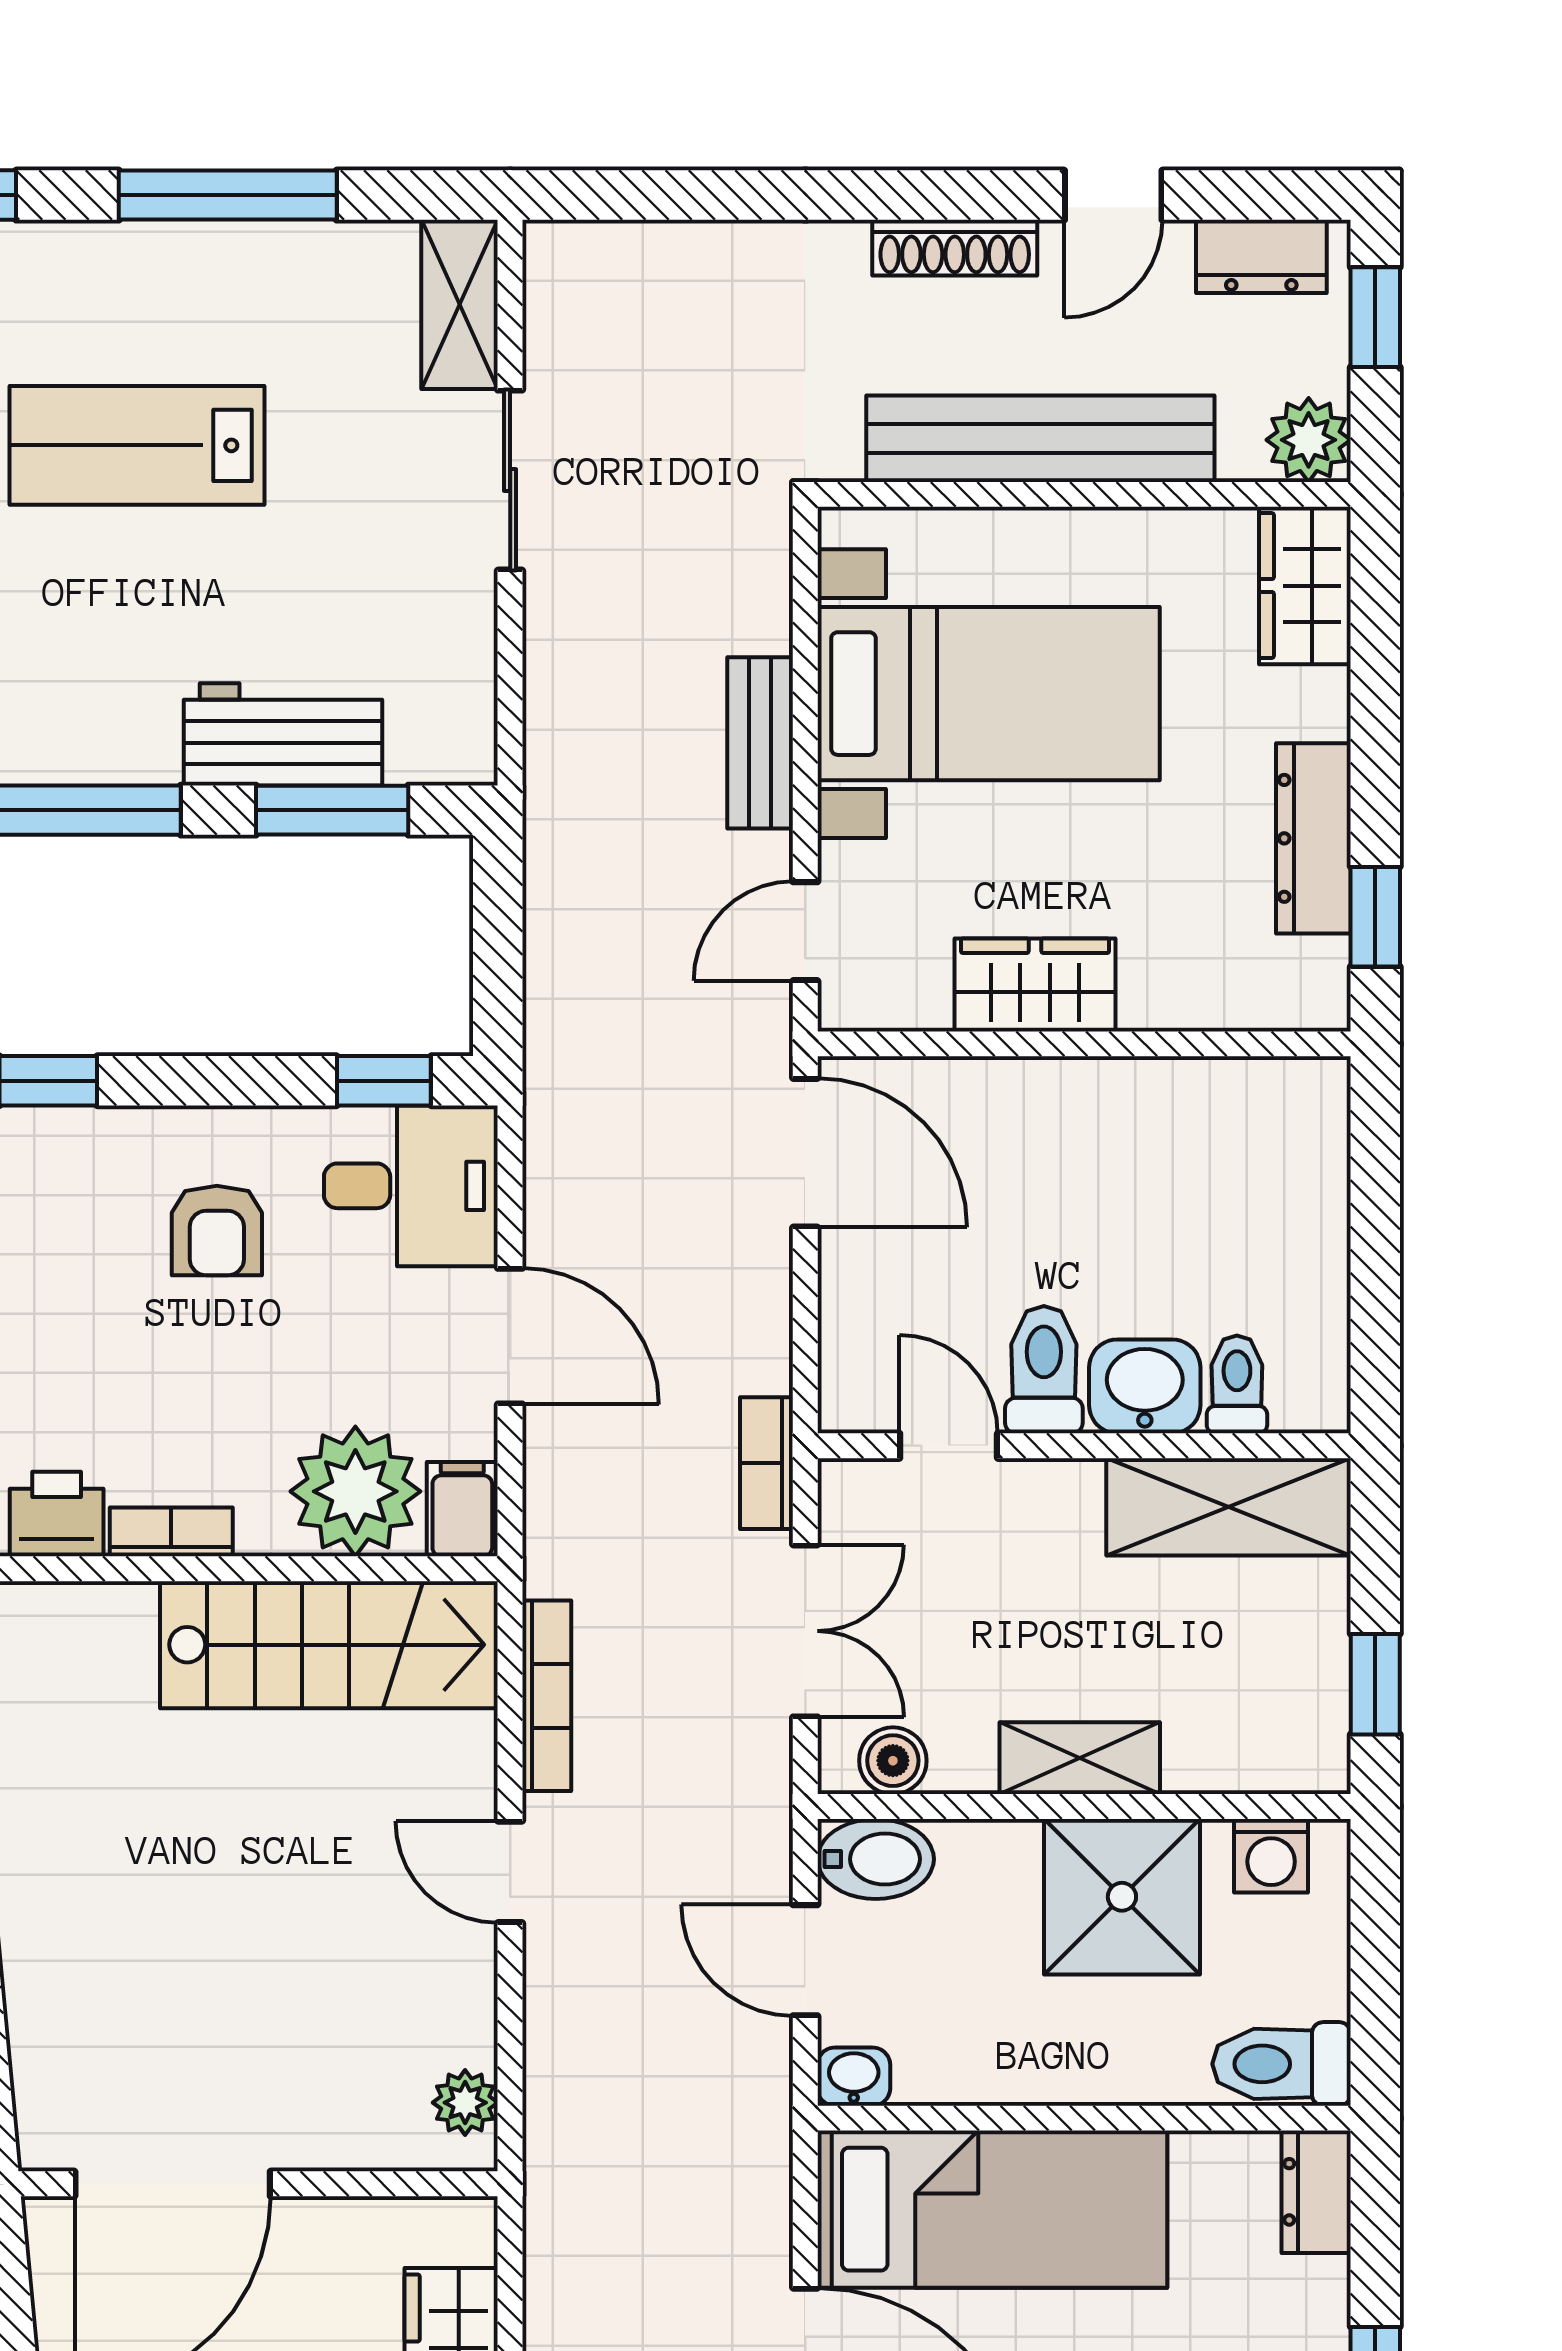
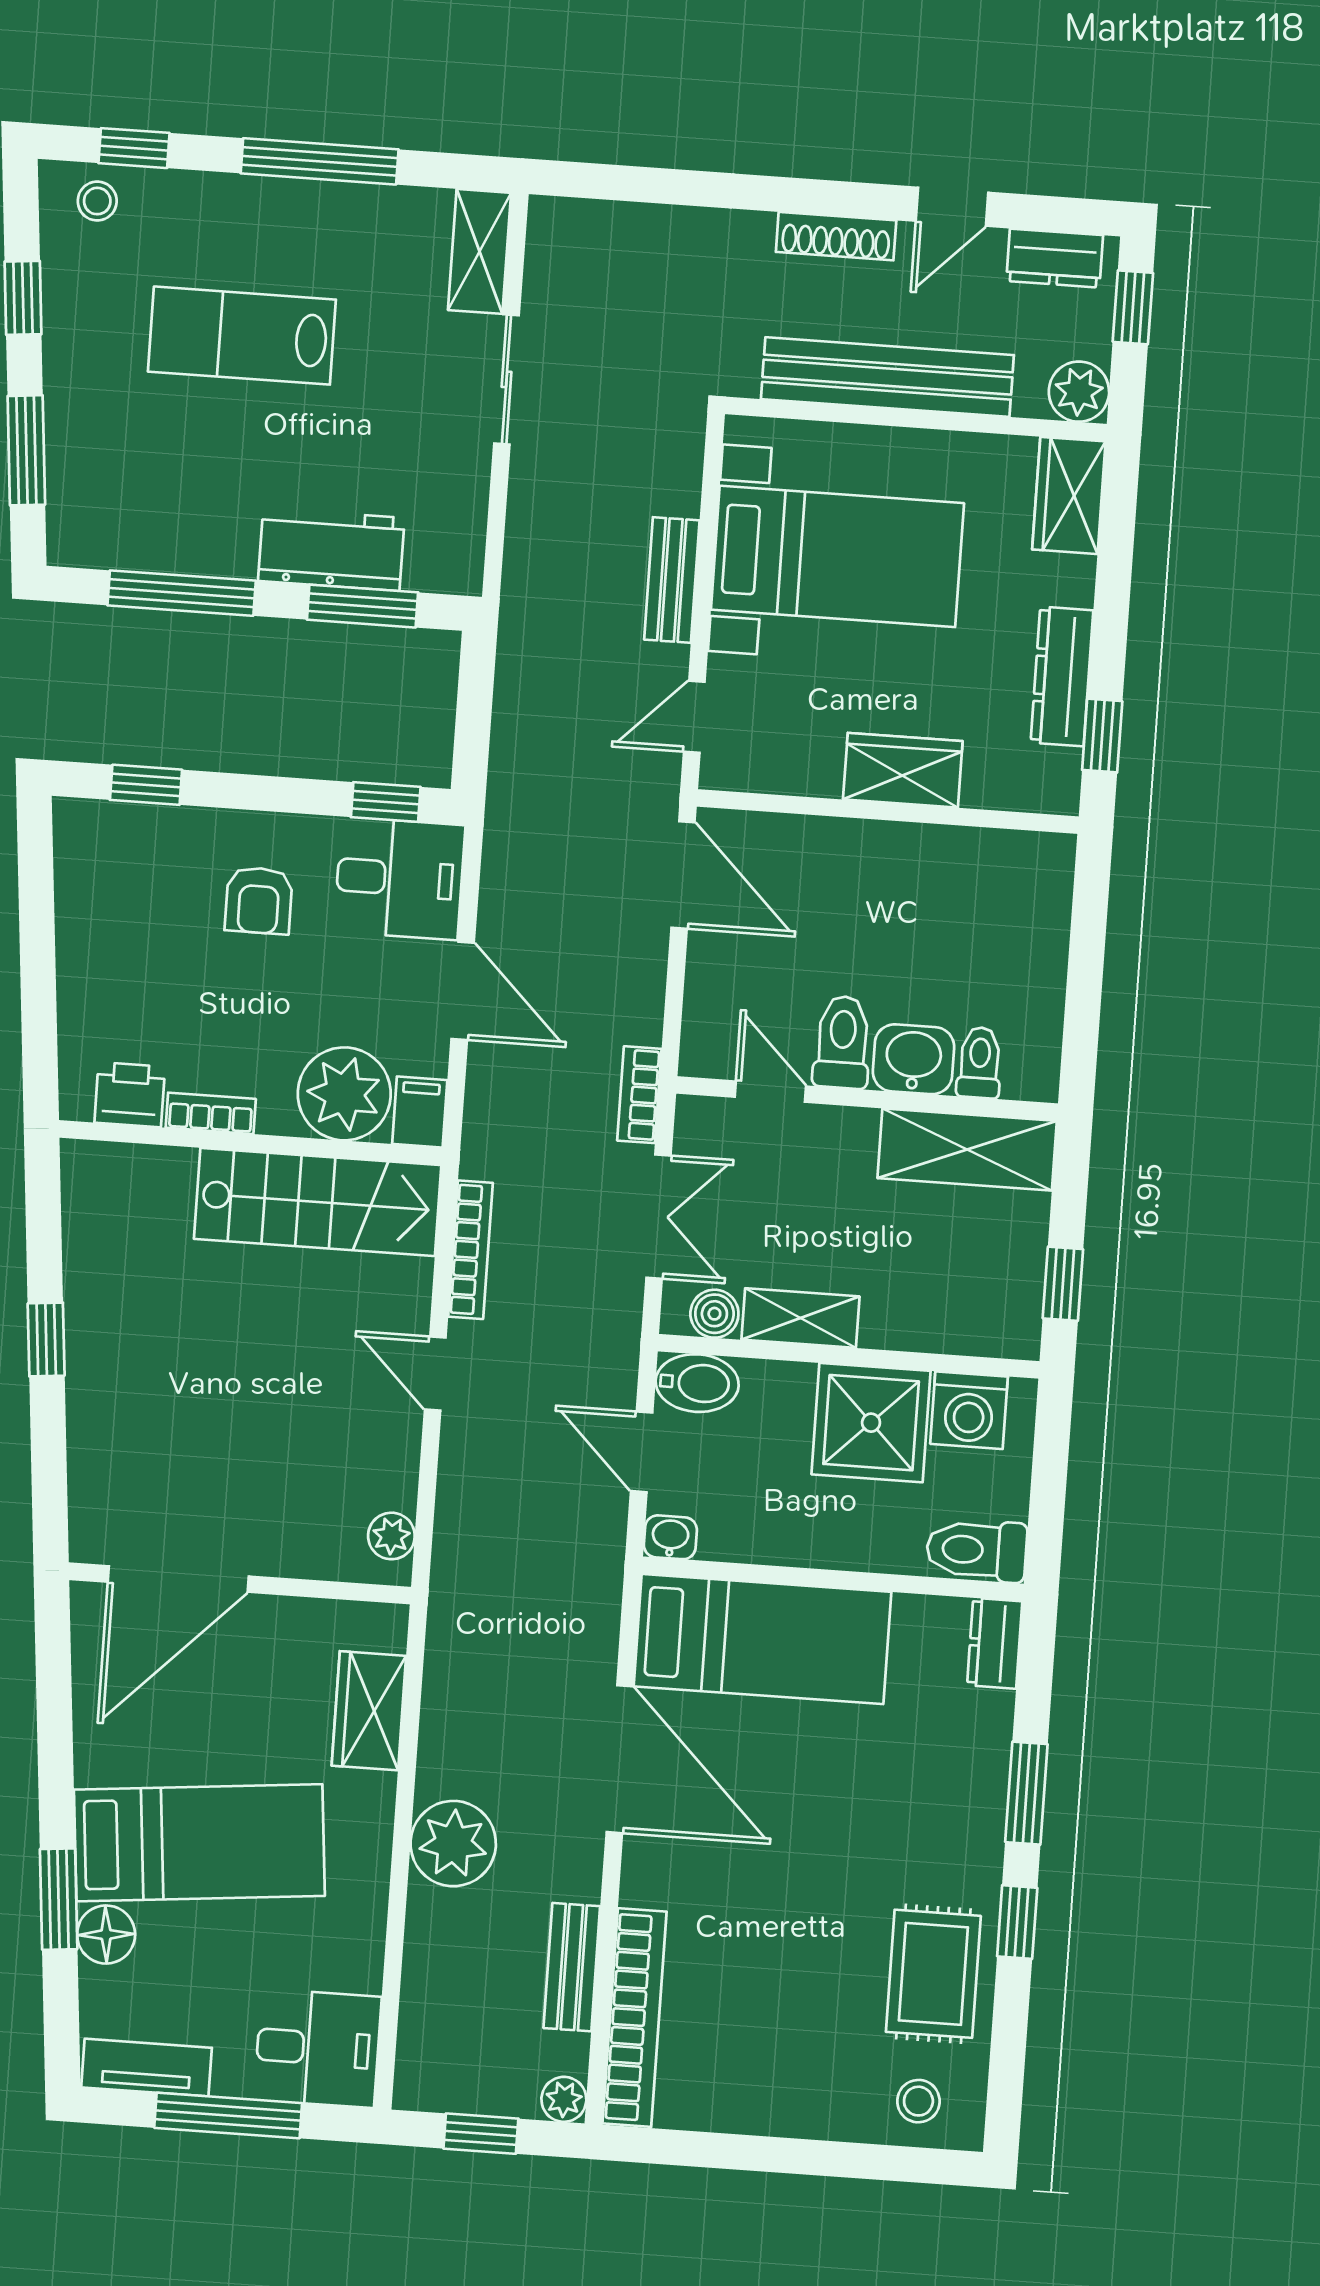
wardrobe: (1035, 985) -> (903, 770), moved
shelving: (1080, 1758) -> (801, 1318), moved
washing machine: (1271, 1856) -> (969, 1410), width x1.38, depth x1.38

